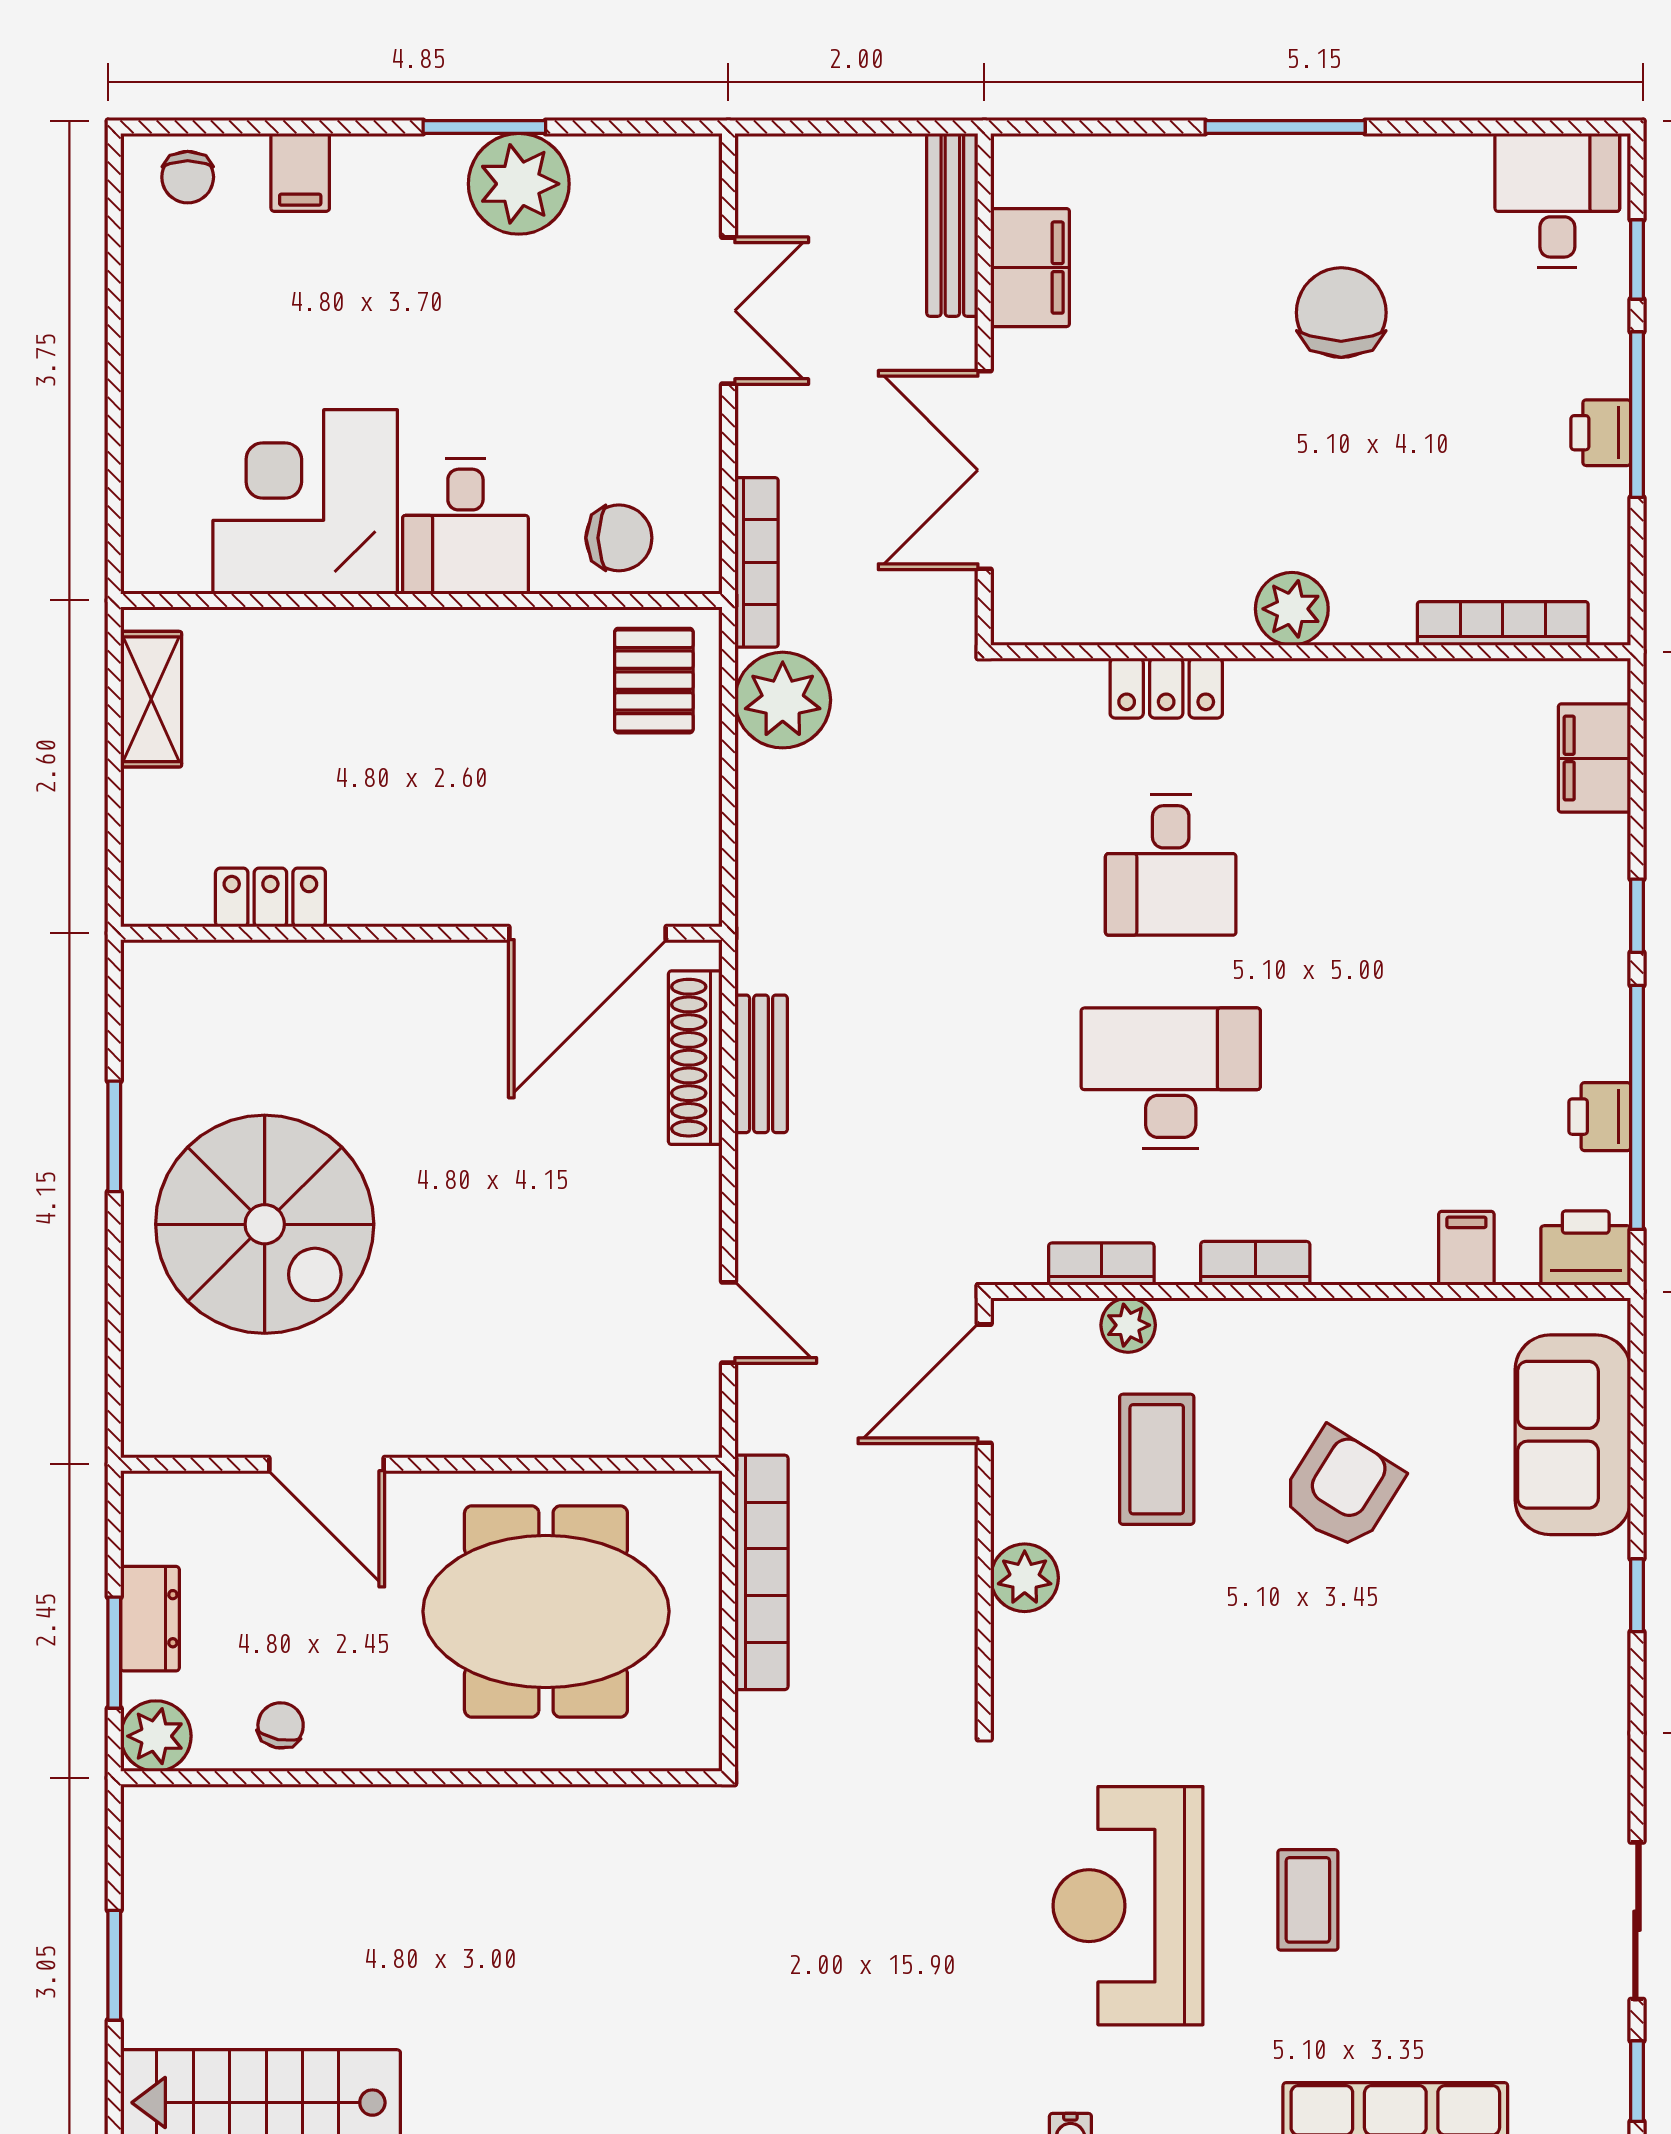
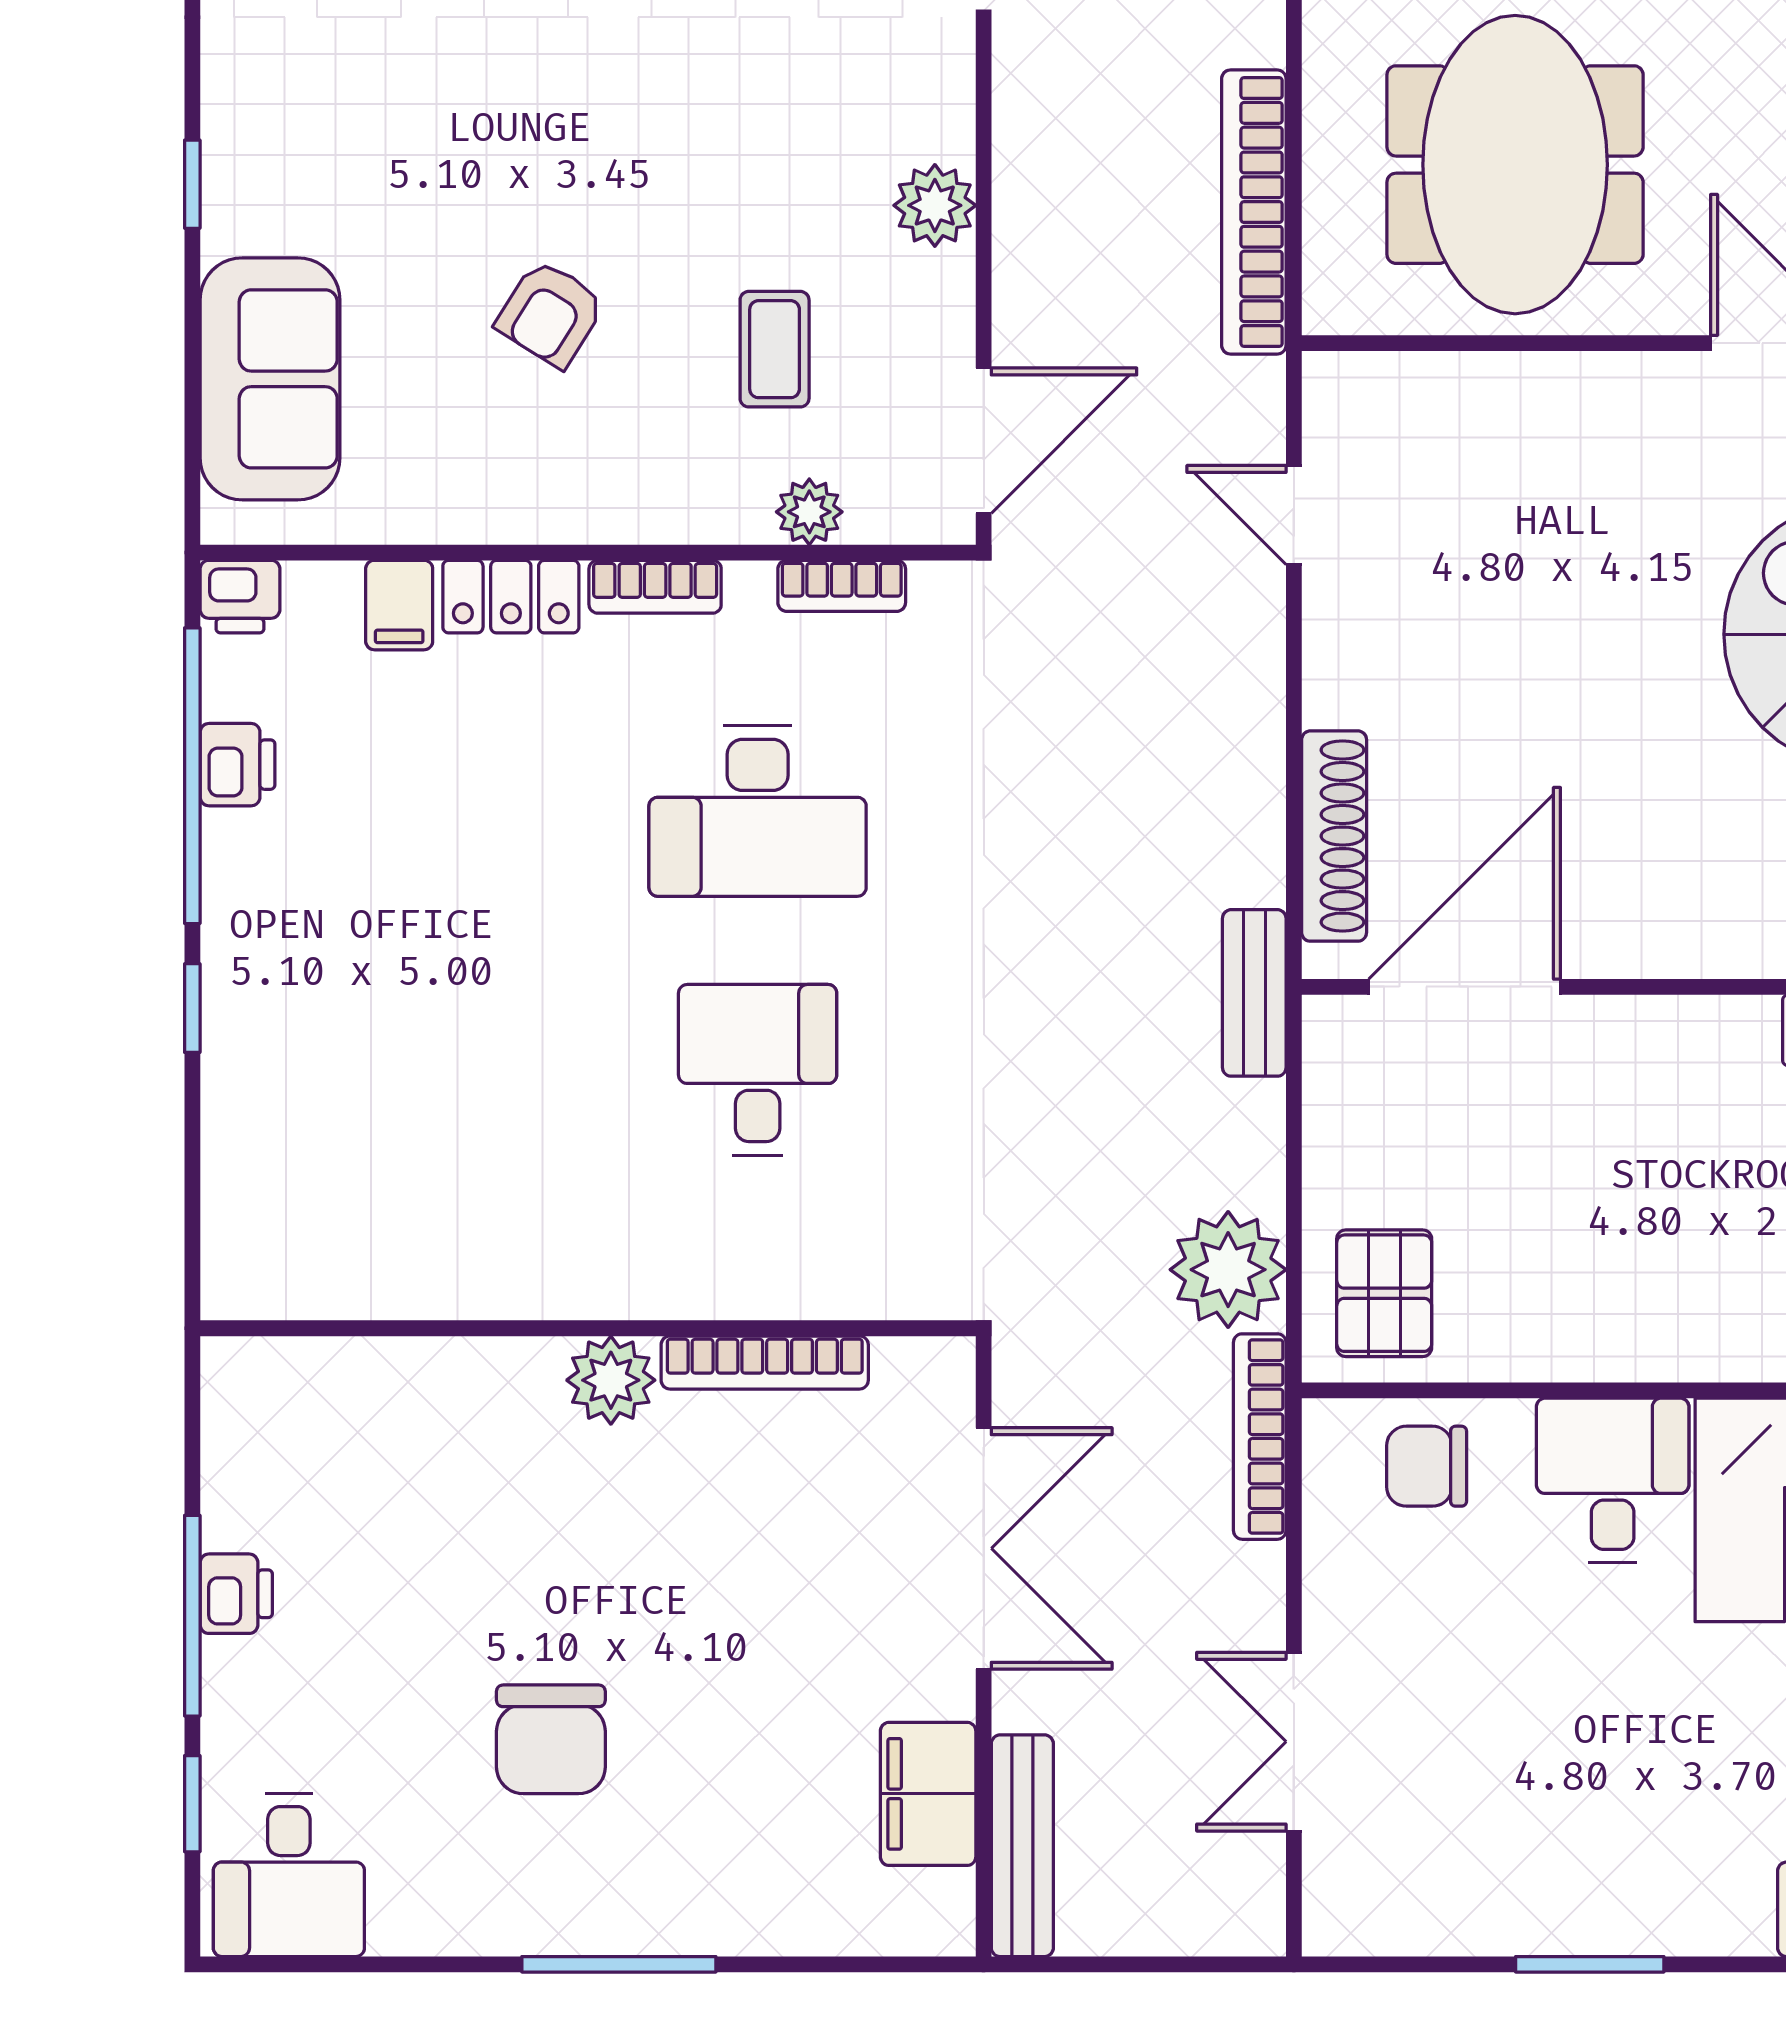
plant: (519, 184) -> (1548, 1895), removed
bookcase: (1503, 623) -> (765, 1363), moved
locker: (1166, 688) -> (511, 597), moved, turned 180
filing cabinet: (1594, 758) -> (244, 1199), removed
bench: (761, 1064) -> (1254, 993), moved
printer: (1586, 1248) -> (240, 597), width x0.73, depth x0.81
coffee table: (1157, 1459) -> (775, 349), width x0.73, depth x0.77
armchair: (1342, 1489) -> (550, 314), width x0.72, depth x0.72
meeting table: (546, 1611) -> (1515, 165), turned 90

